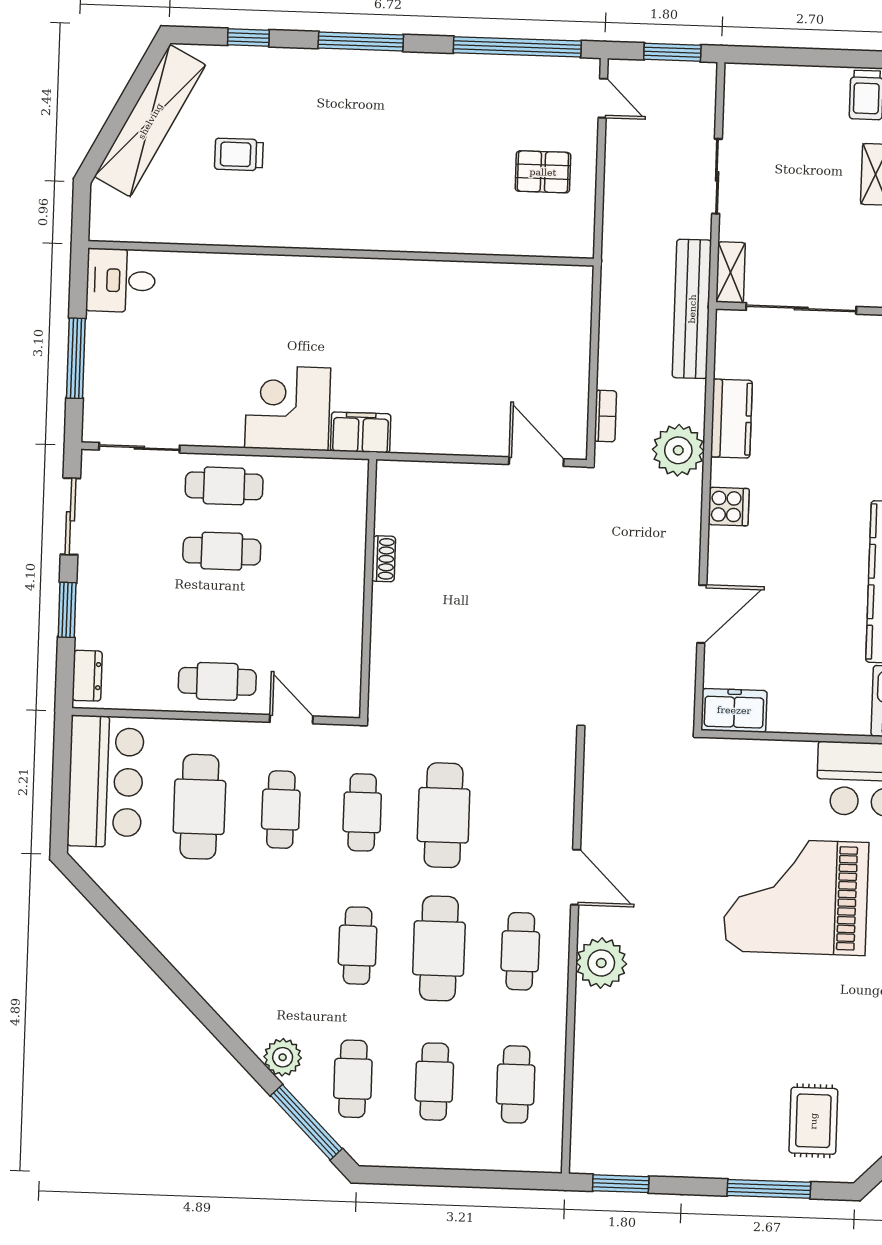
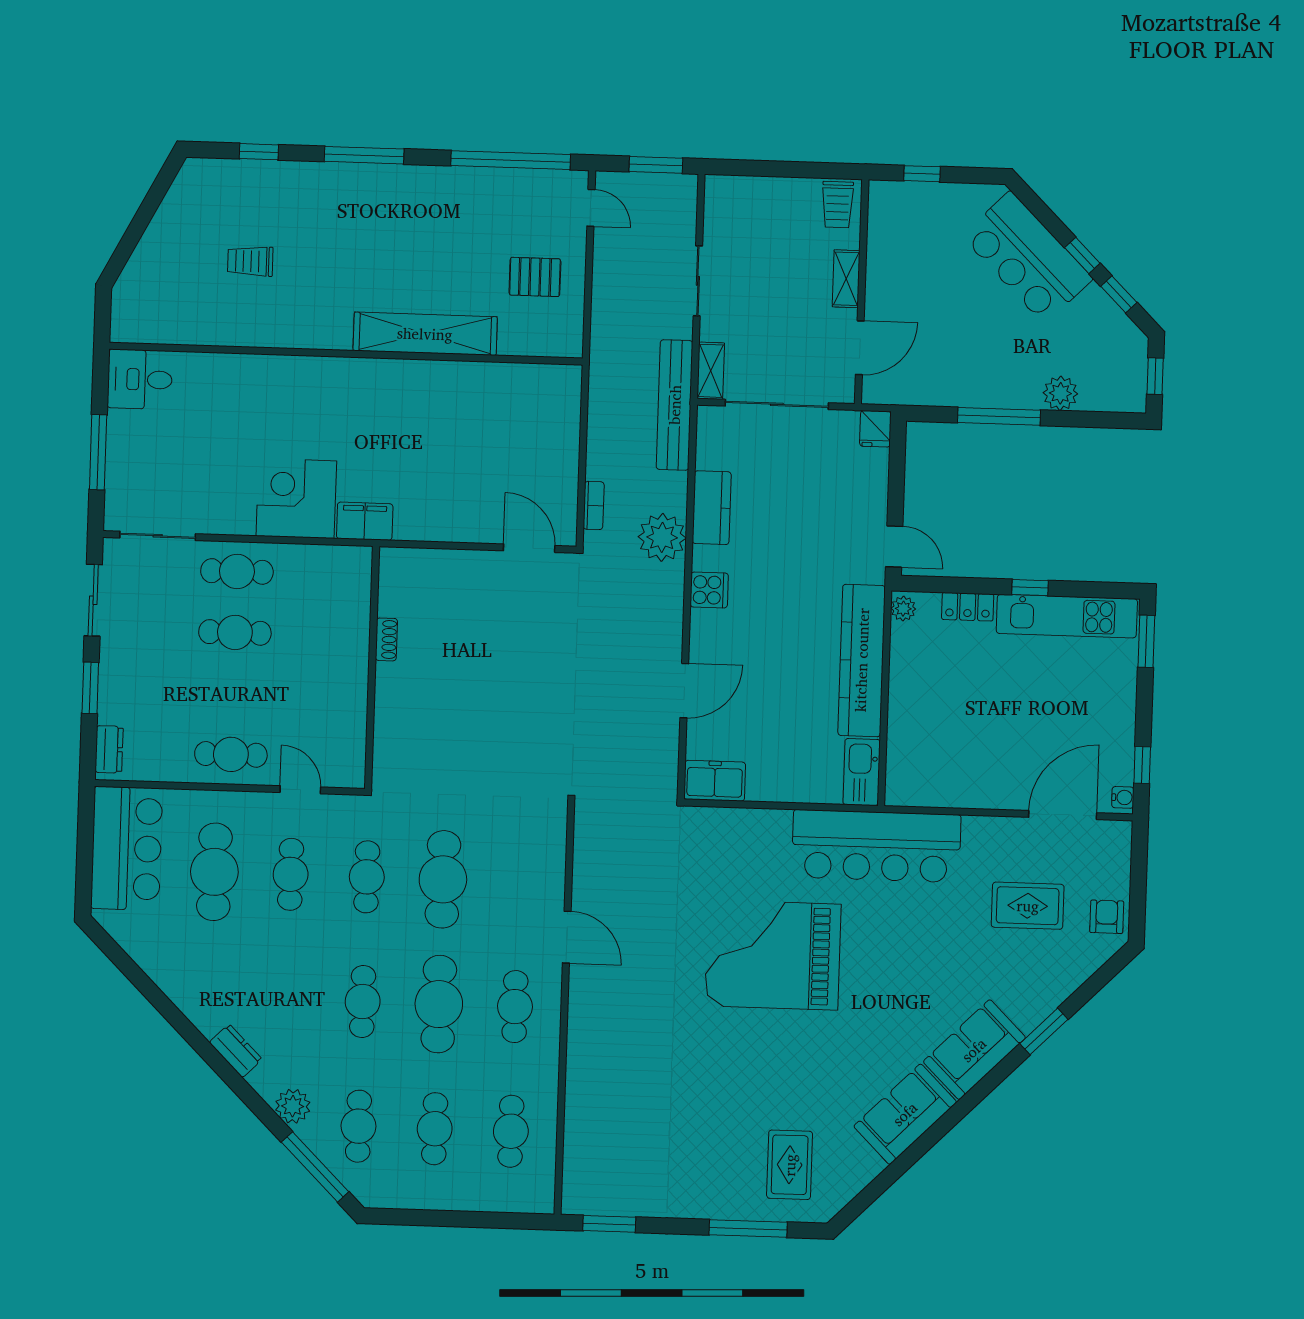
shelving: (150, 121) -> (425, 334), moved, turned 62
plant: (601, 963) -> (591, 1017), removed
dresser: (222, 998) -> (236, 1051), added

